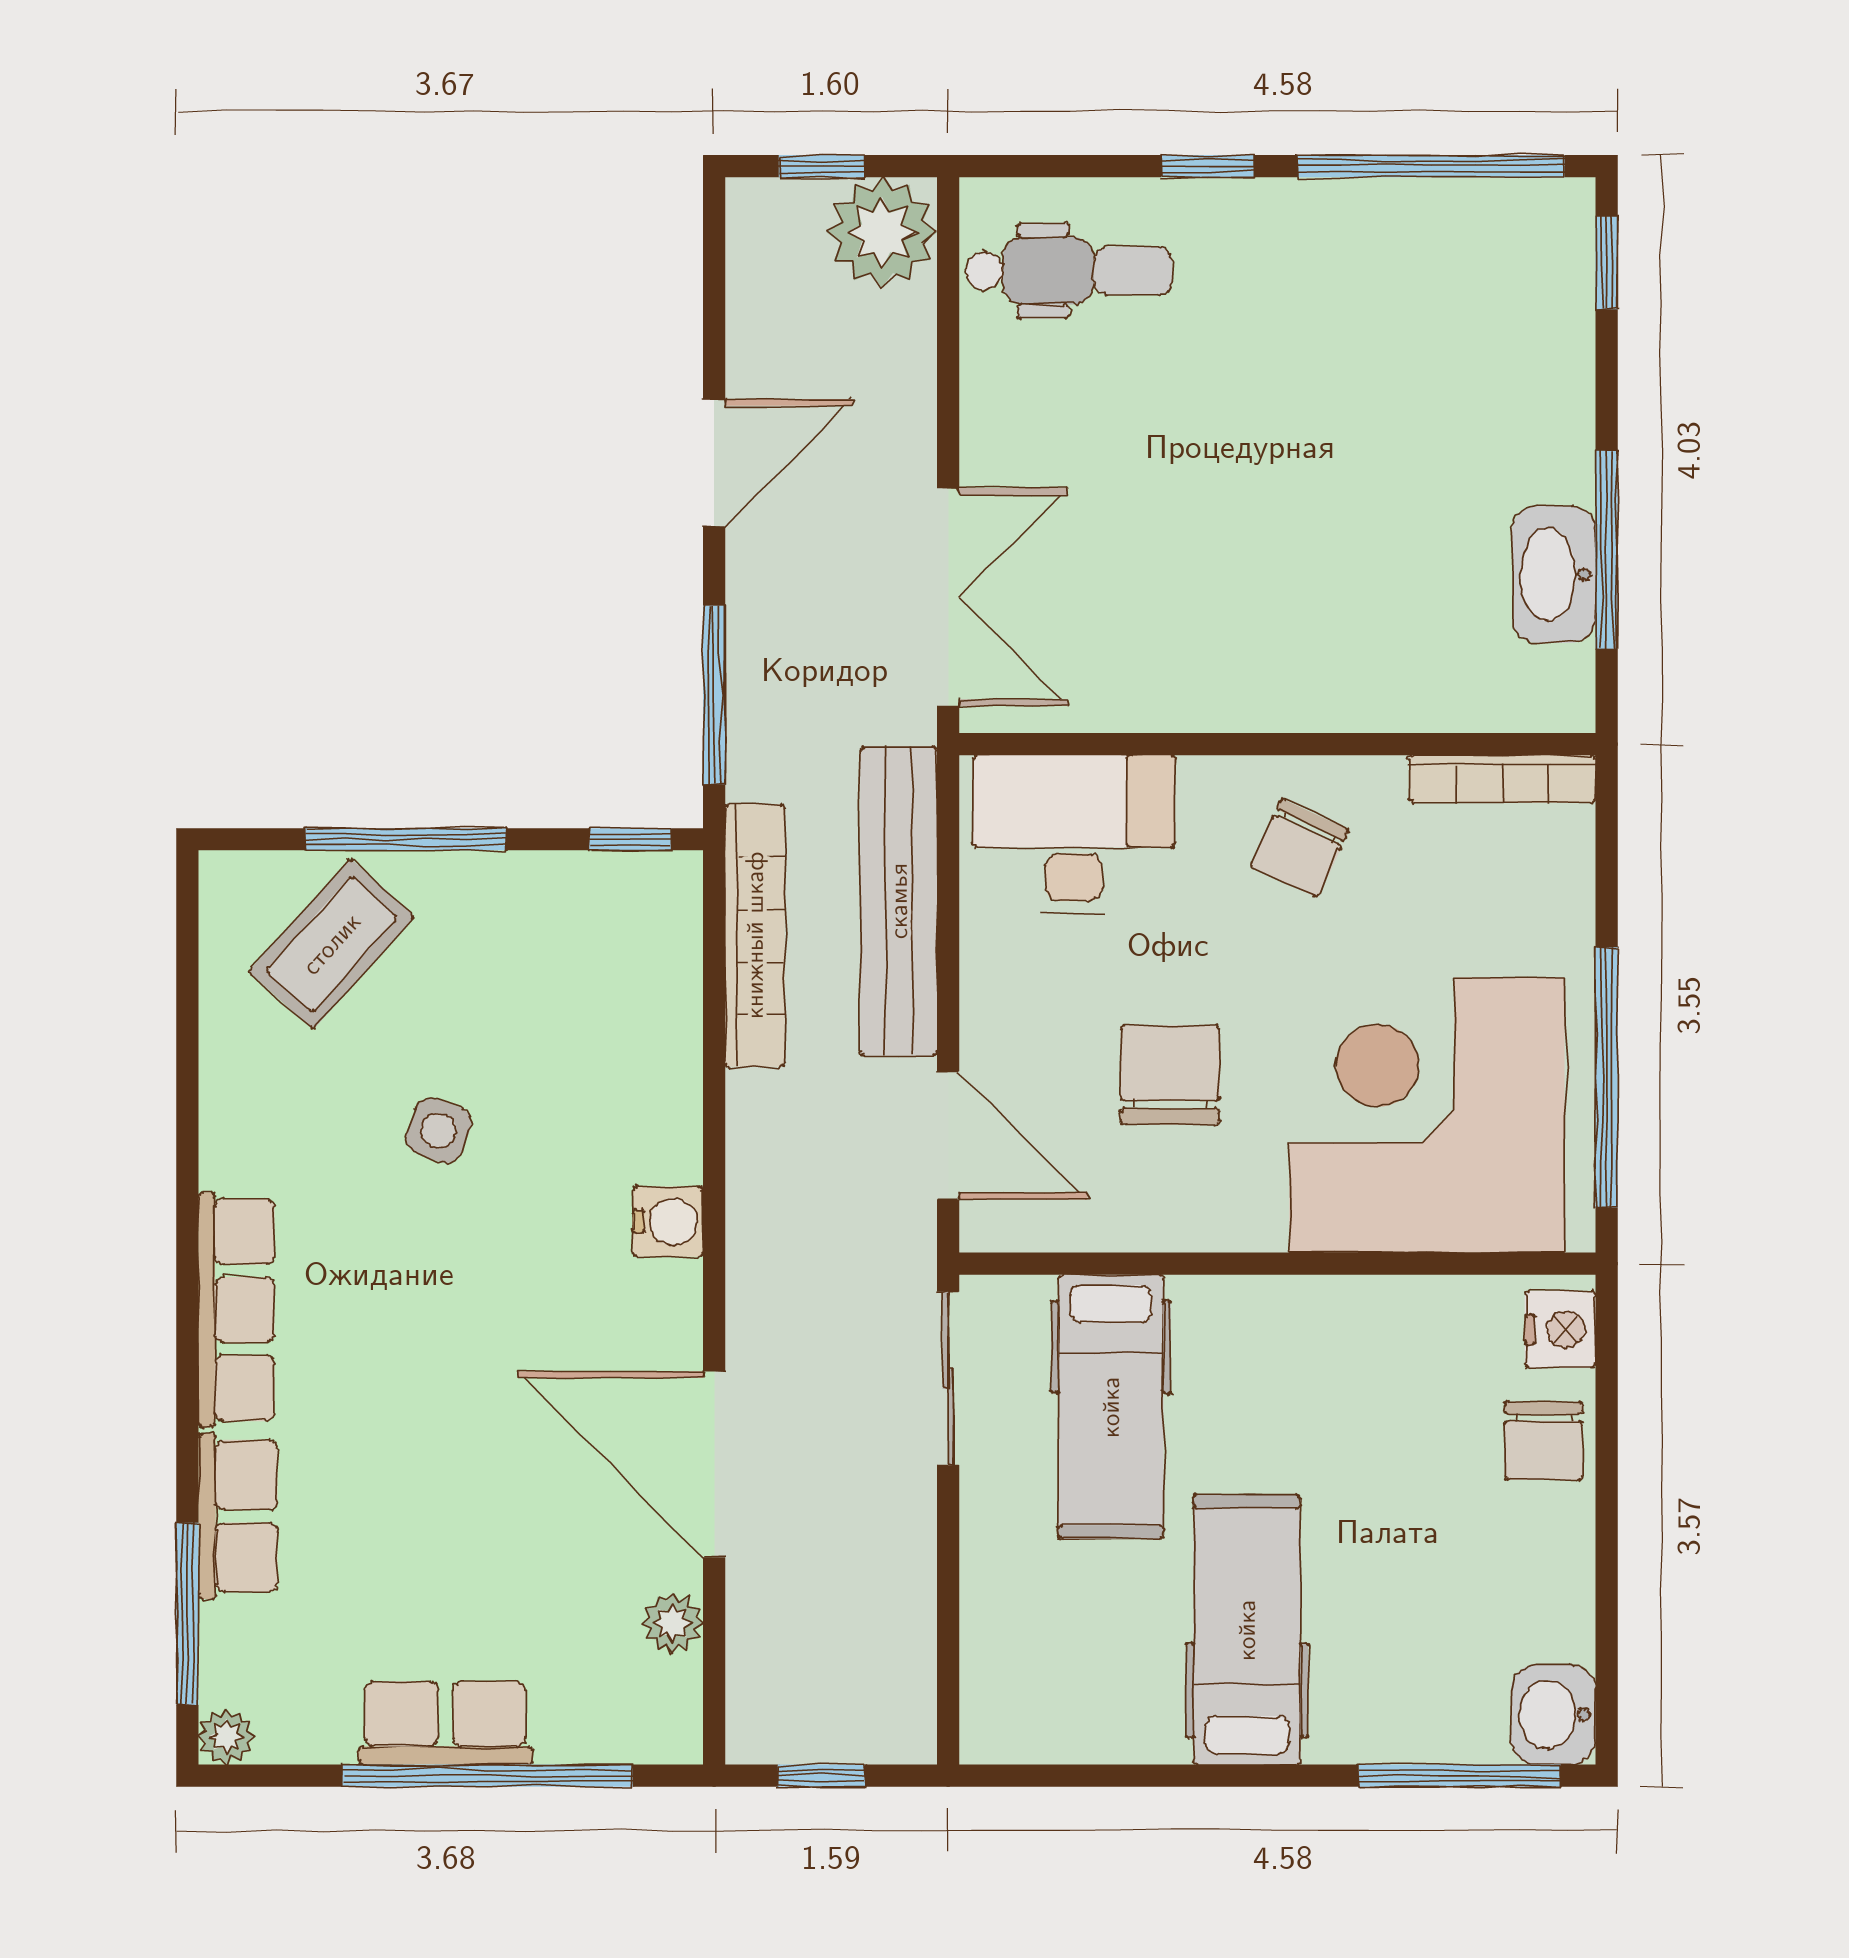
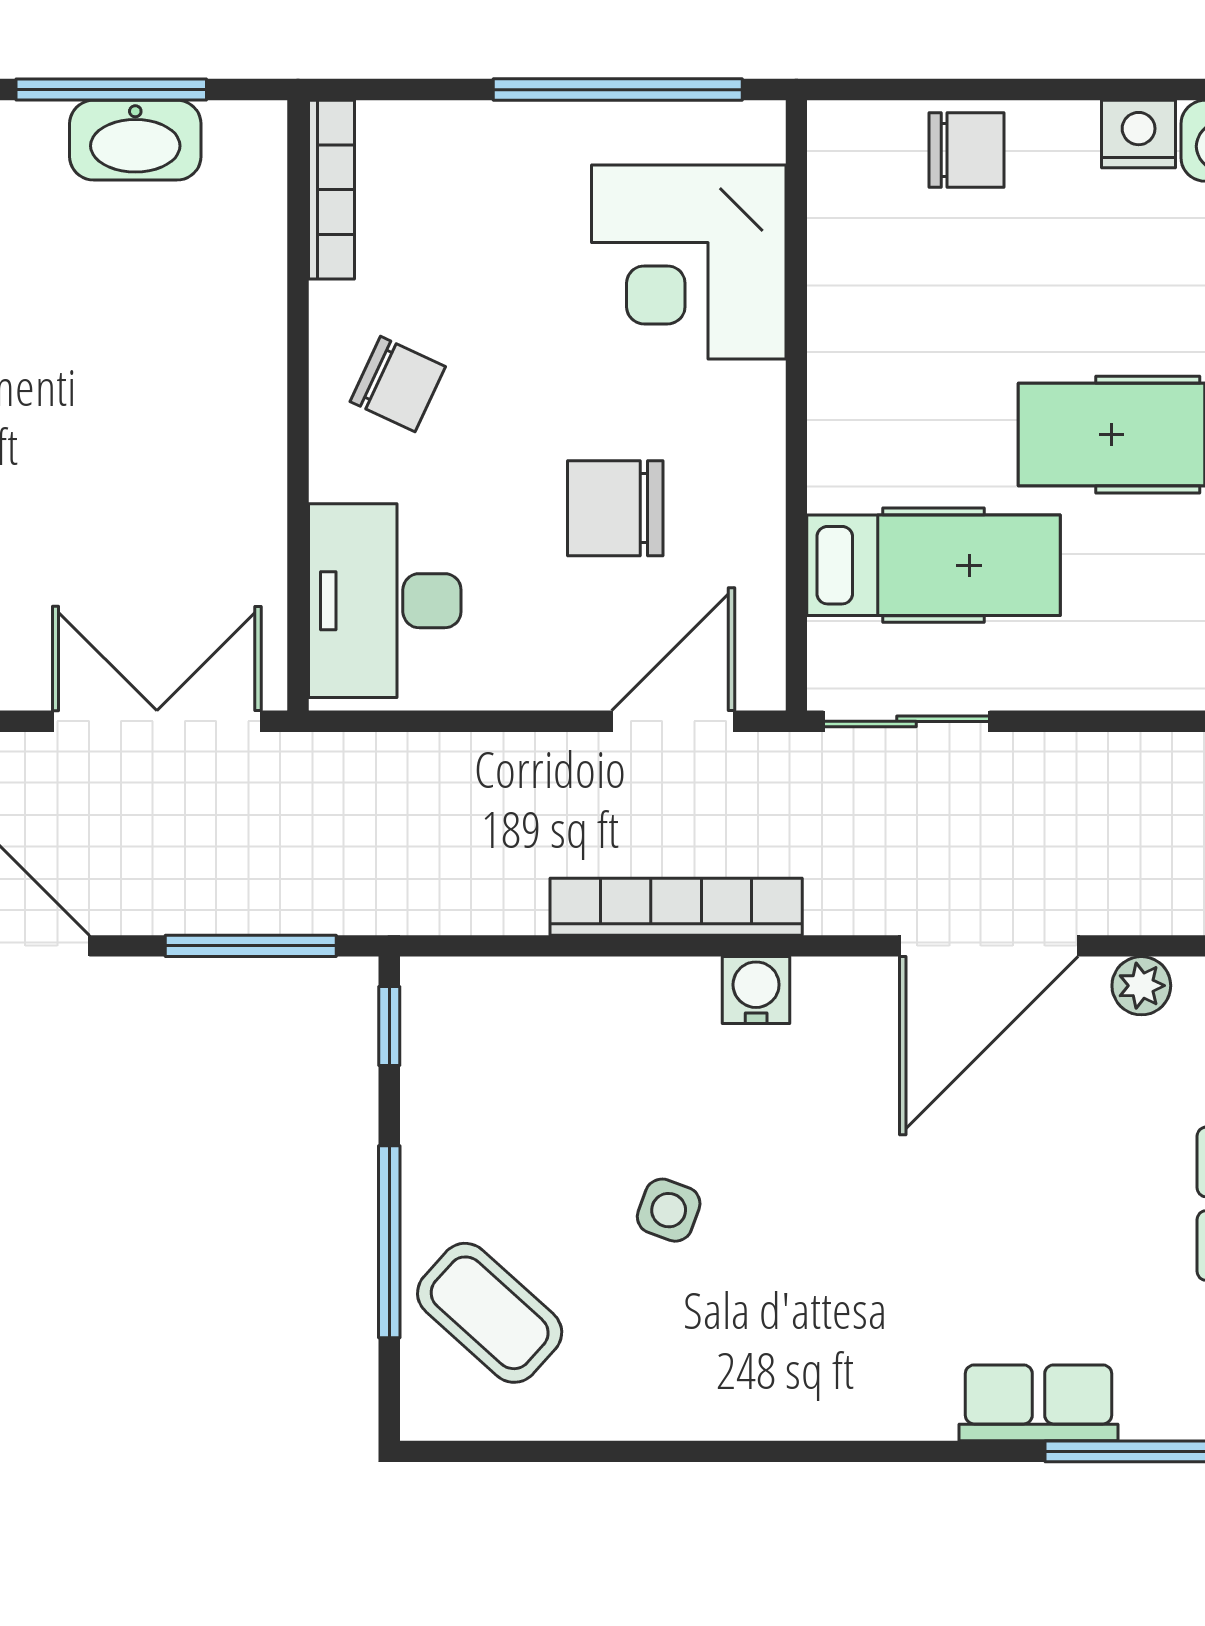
bench: (899, 901) -> (448, 769), removed
bookcase: (755, 935) -> (676, 907), moved
corner desk: (1427, 1115) -> (689, 262), width x0.74, depth x0.74
row of seats: (236, 1310) -> (841, 1404), removed
nightstand: (1560, 1330) -> (1139, 134), moved

